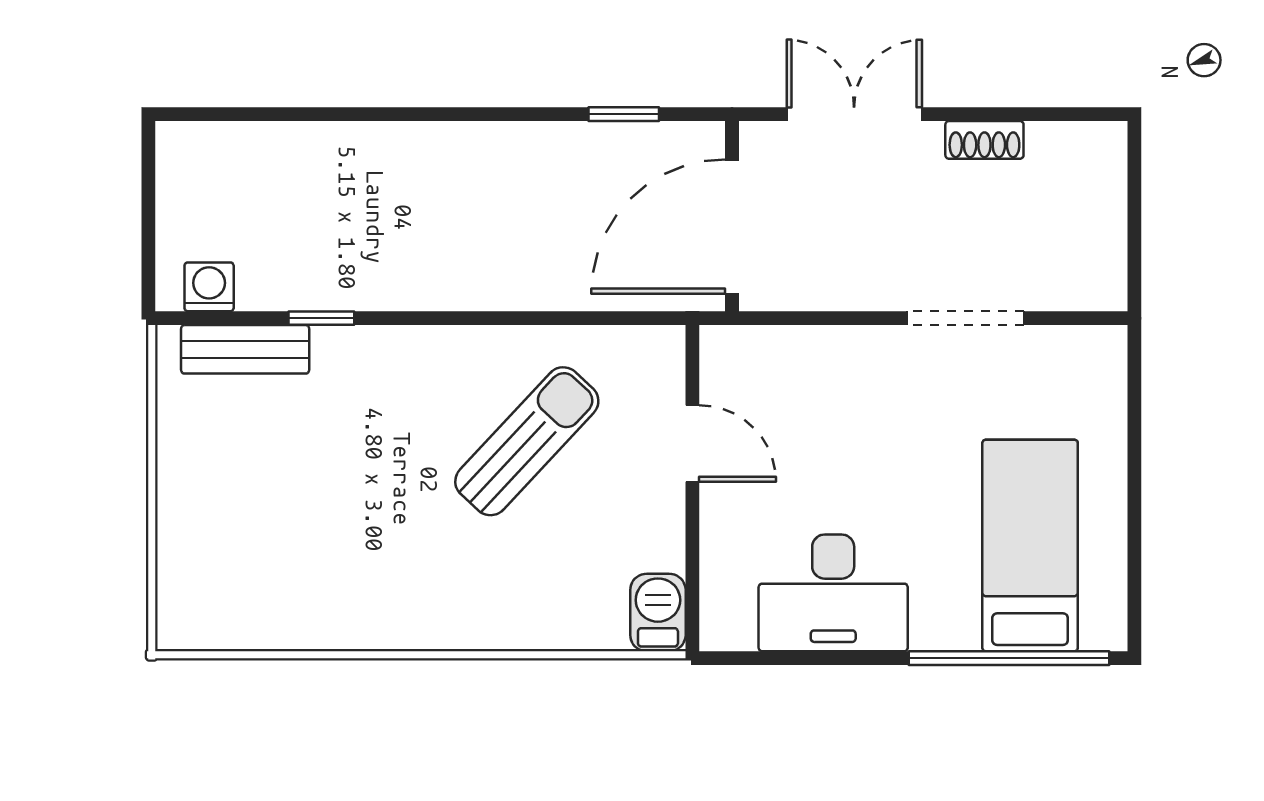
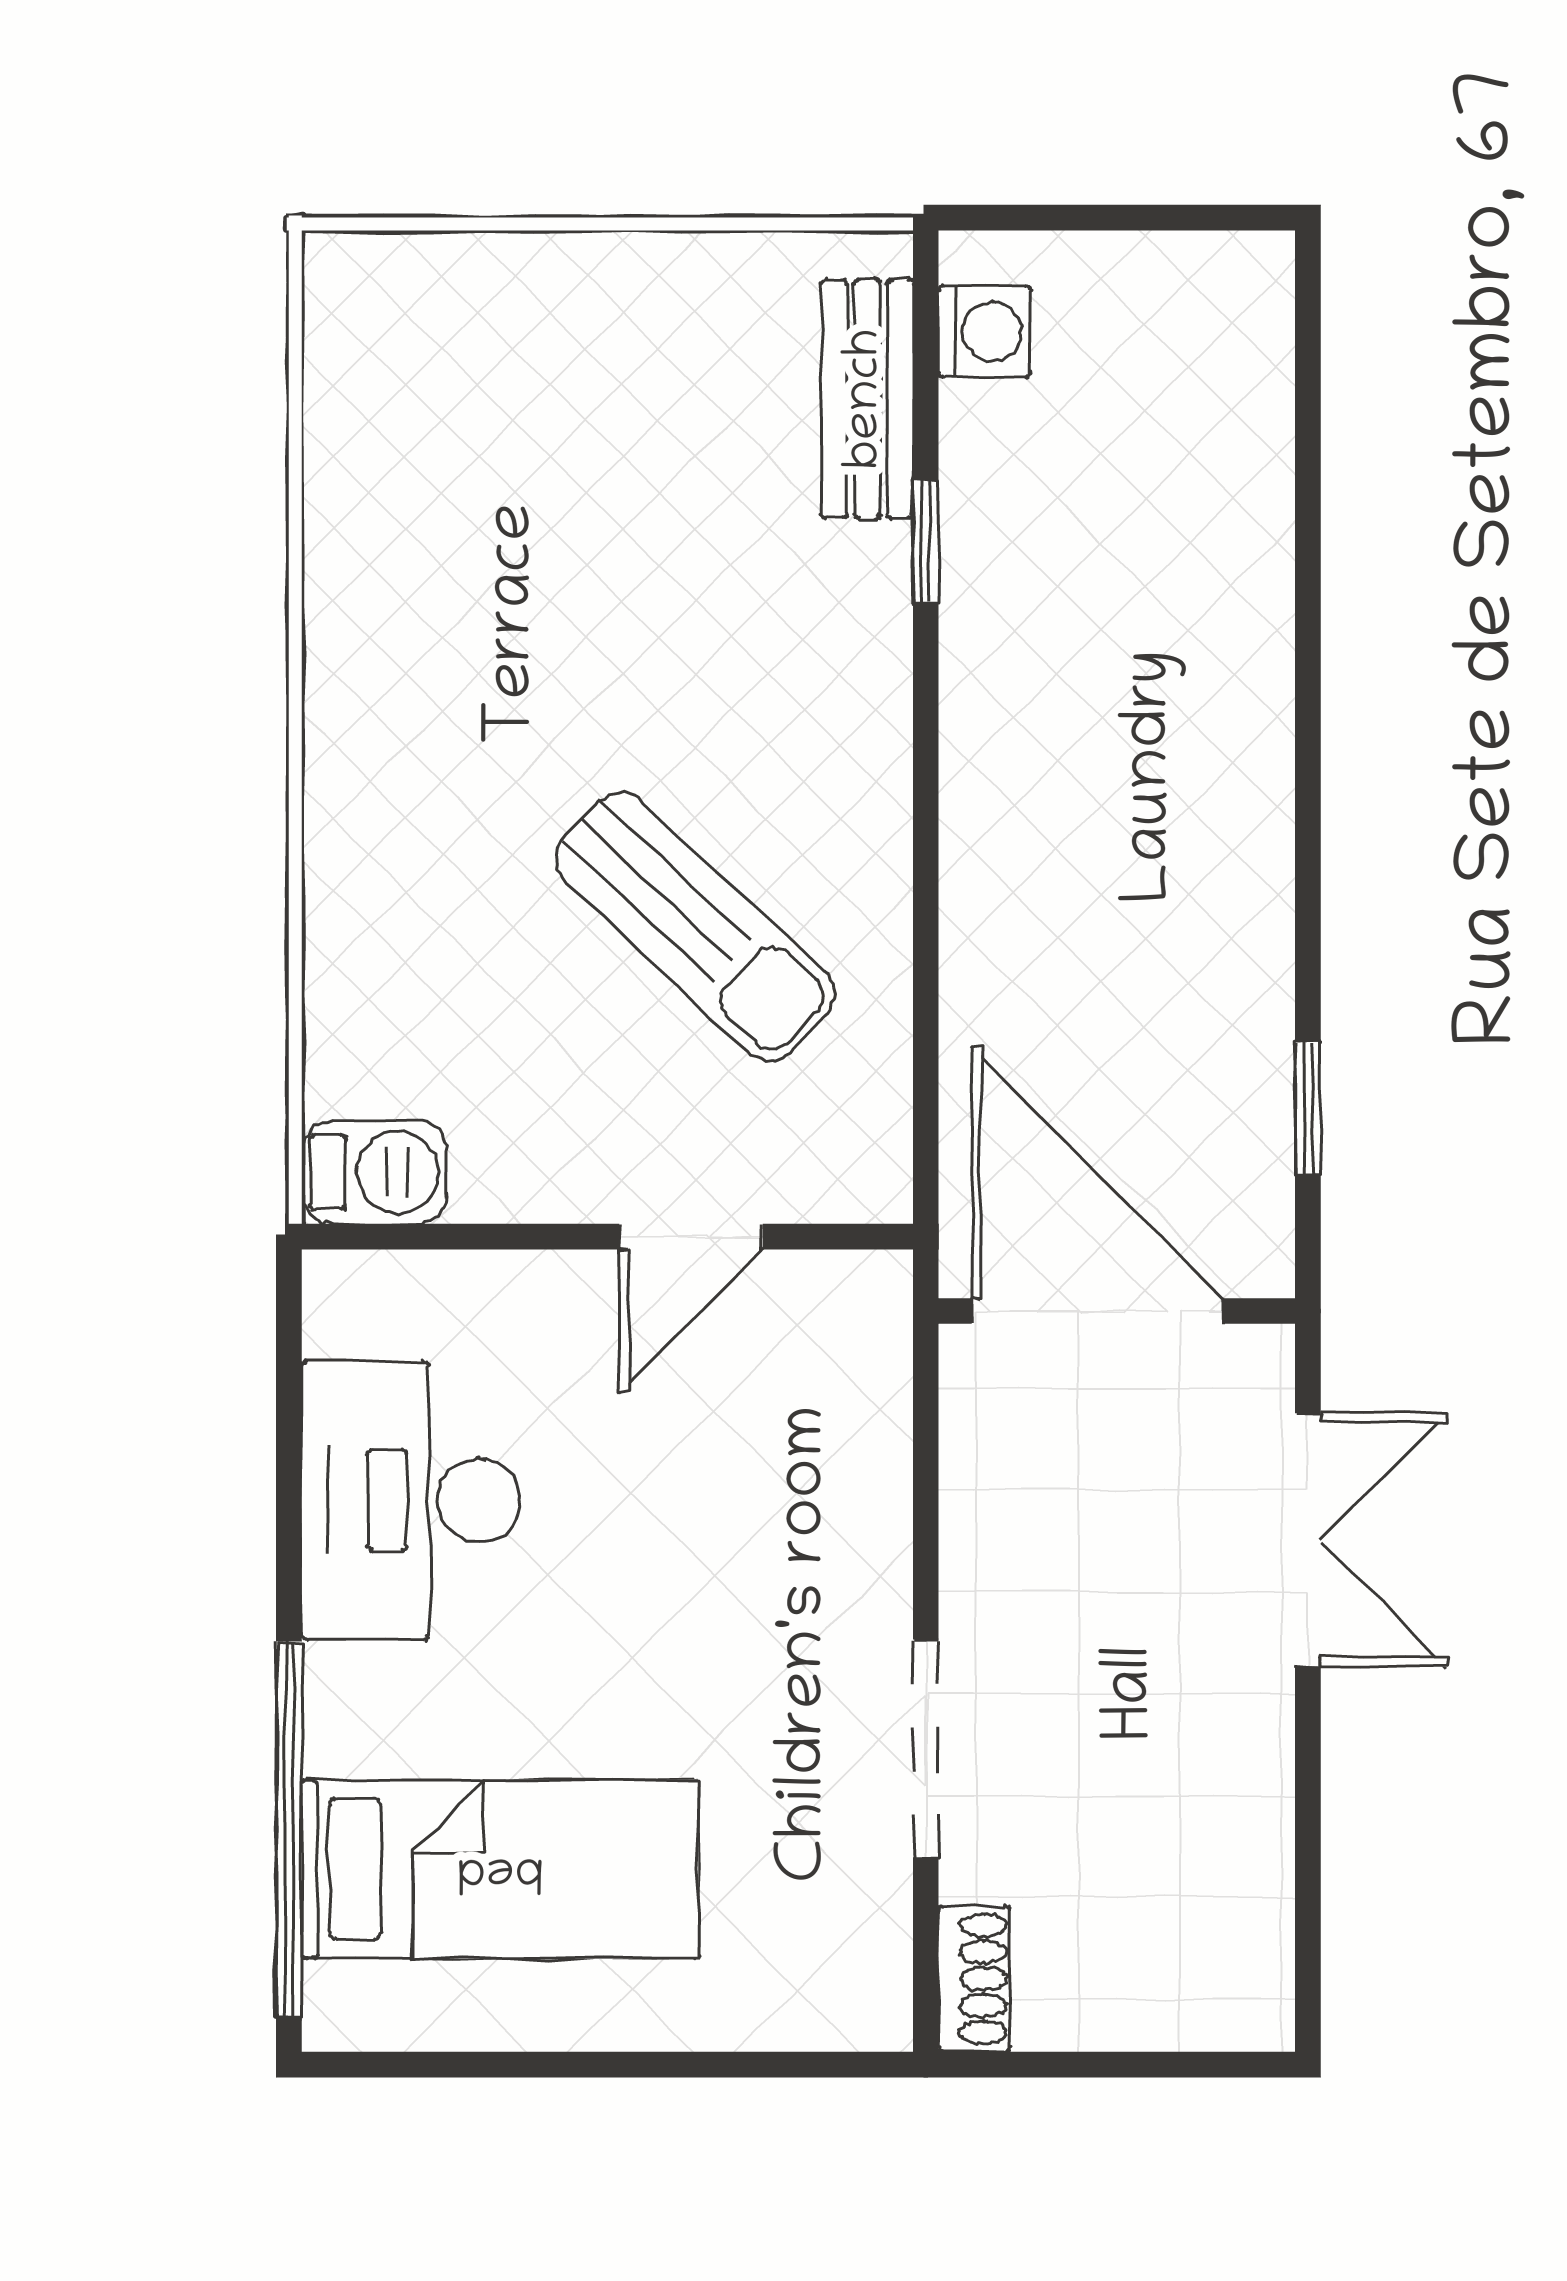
shoe rack: (984, 140) -> (974, 1979), moved, turned 180

